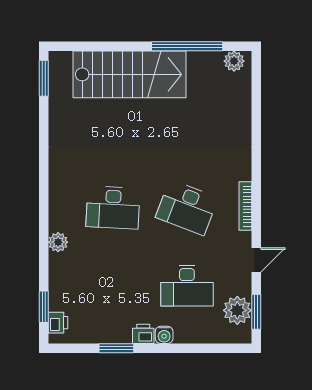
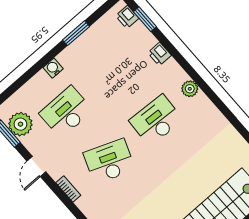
bookcase: (245, 206) -> (68, 189), width x0.64
plant: (58, 242) -> (190, 89), moved
printer: (143, 334) -> (159, 54), moved, turned 90

